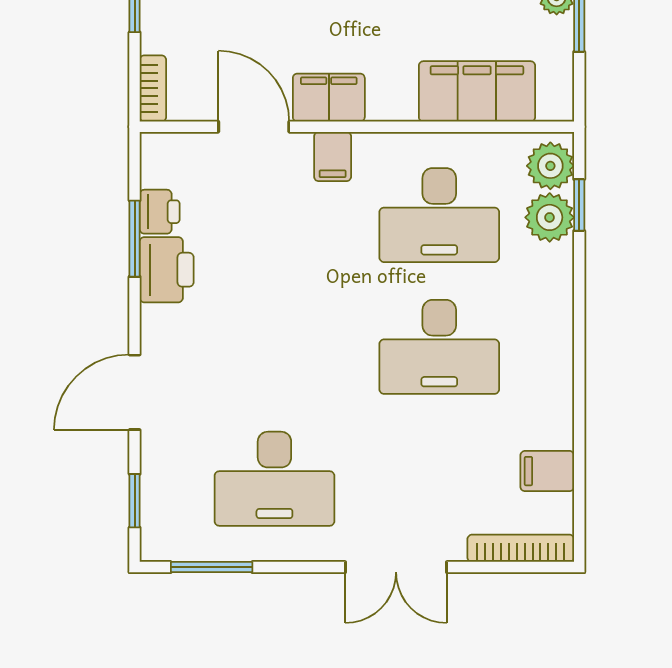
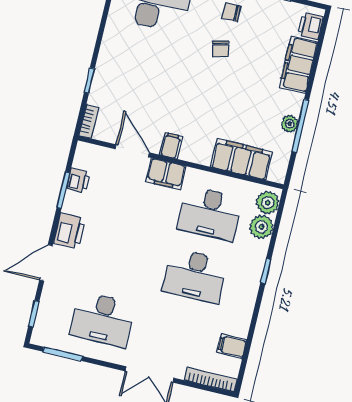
filing cabinet: (329, 98) -> (171, 145), width x0.50
filing cabinet: (333, 156) -> (166, 174), width x2.00
window: (579, 205) -> (266, 271), moved
printer: (167, 270) -> (70, 231), moved

